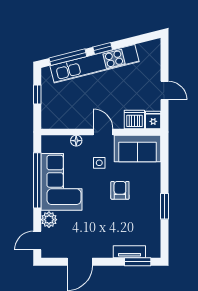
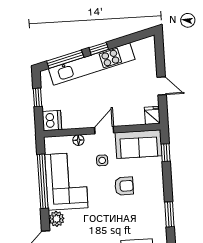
dishwasher: (134, 120) -> (52, 120), moved, turned 90
door: (103, 132) -> (104, 130), hinge flipped
window: (165, 159) -> (166, 153), added
armchair: (120, 190) -> (124, 186), turned 90
window: (165, 206) -> (169, 214), moved

